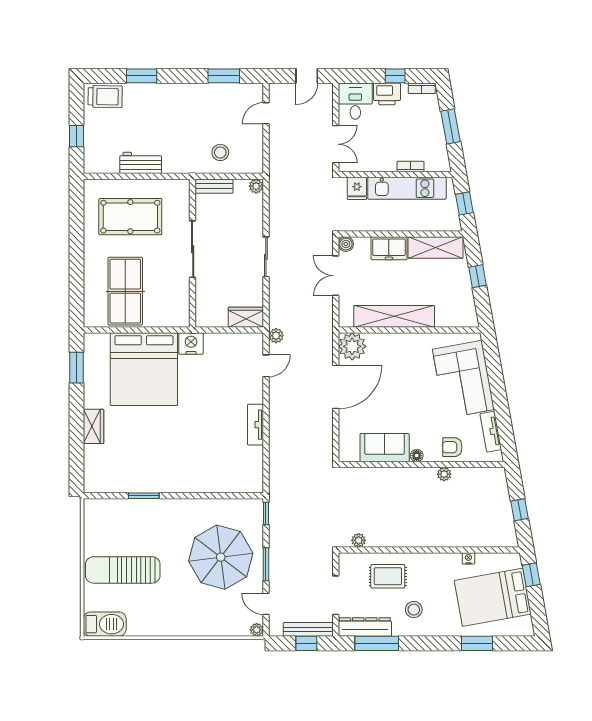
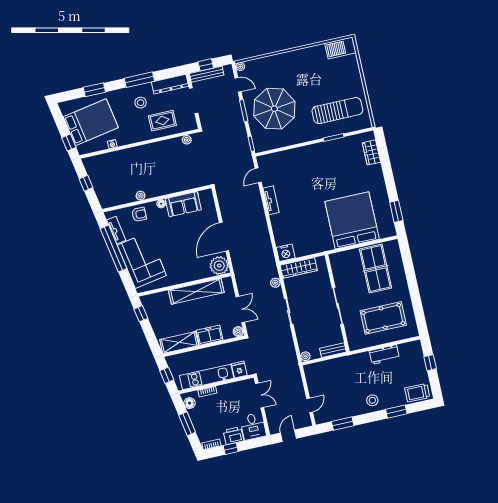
double door: (336, 144) -> (260, 395), swing flipped
stool: (220, 152) -> (372, 400), moved
floor lamp: (440, 156) -> (190, 403), added
window: (477, 276) -> (141, 314), moved
wardrobe: (246, 317) -> (299, 268), width x1.50
plant: (276, 336) -> (275, 283), moved
nightstand: (191, 343) -> (286, 253), moved
door: (266, 366) -> (258, 175), moved
window: (501, 406) -> (113, 249), added
wardrobe: (94, 426) -> (371, 152), moved
sun lounger: (123, 570) -> (337, 111), moved
window: (377, 643) -> (139, 80), moved

